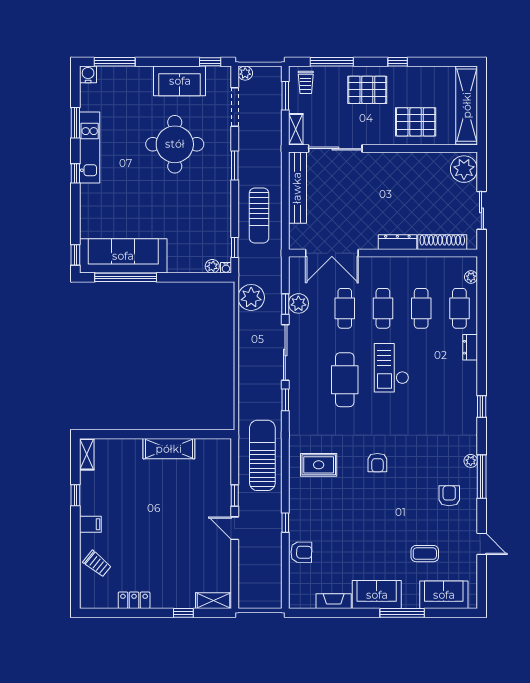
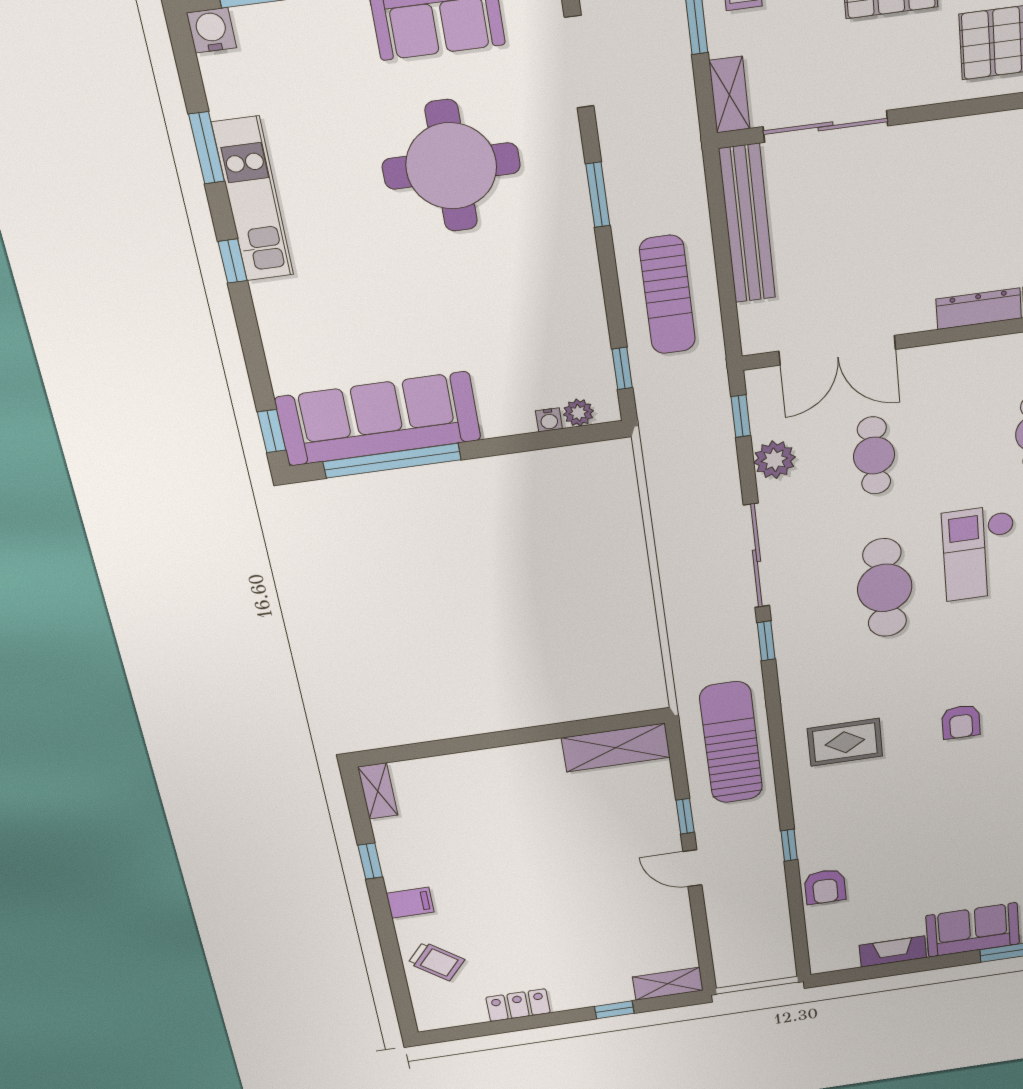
water cooler: (226, 268) -> (549, 420), moved
plant: (251, 297) -> (672, 462), removed
window: (285, 304) -> (741, 416), moved
cafe table: (383, 308) -> (955, 444), removed
shelving: (169, 449) -> (616, 748), moved
armchair: (301, 552) -> (825, 887), turned 89

